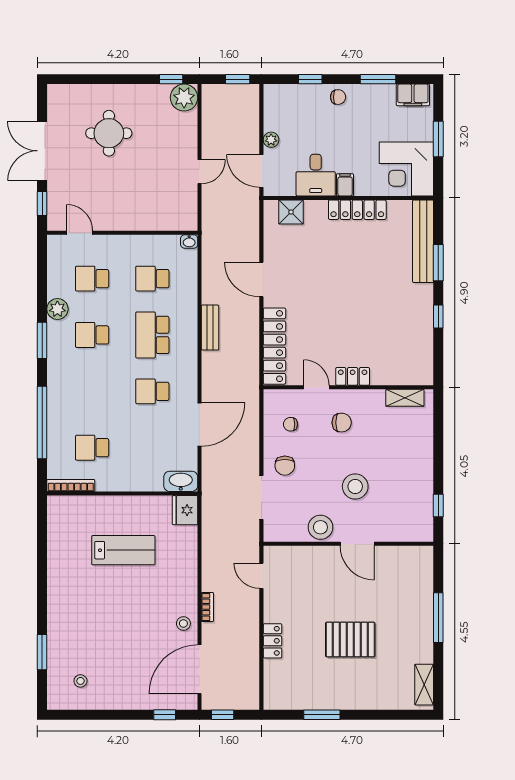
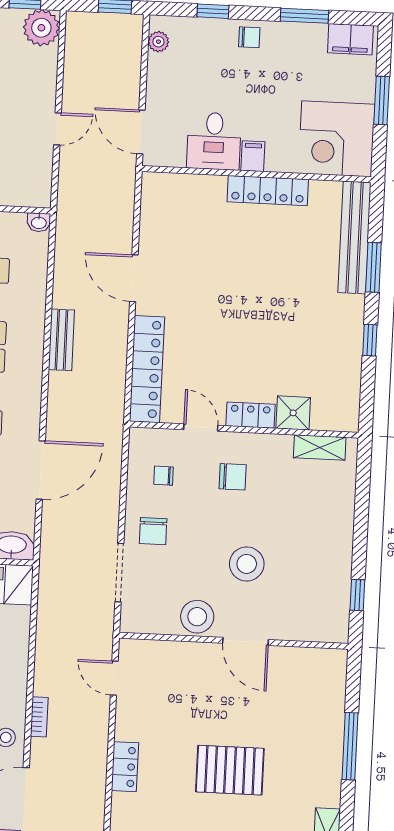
plant: (271, 140) -> (158, 42), moved
shower: (291, 212) -> (293, 413), moved

